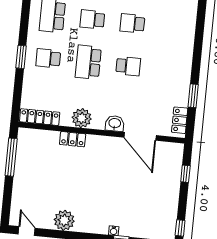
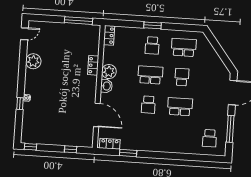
school desk: (132, 23) -> (180, 107), width x1.85
school desk: (48, 58) -> (152, 45), turned 180
locker: (40, 117) -> (109, 35), width x0.66
washbasin: (115, 124) -> (106, 86), moved
door: (140, 136) -> (97, 115), swing flipped

